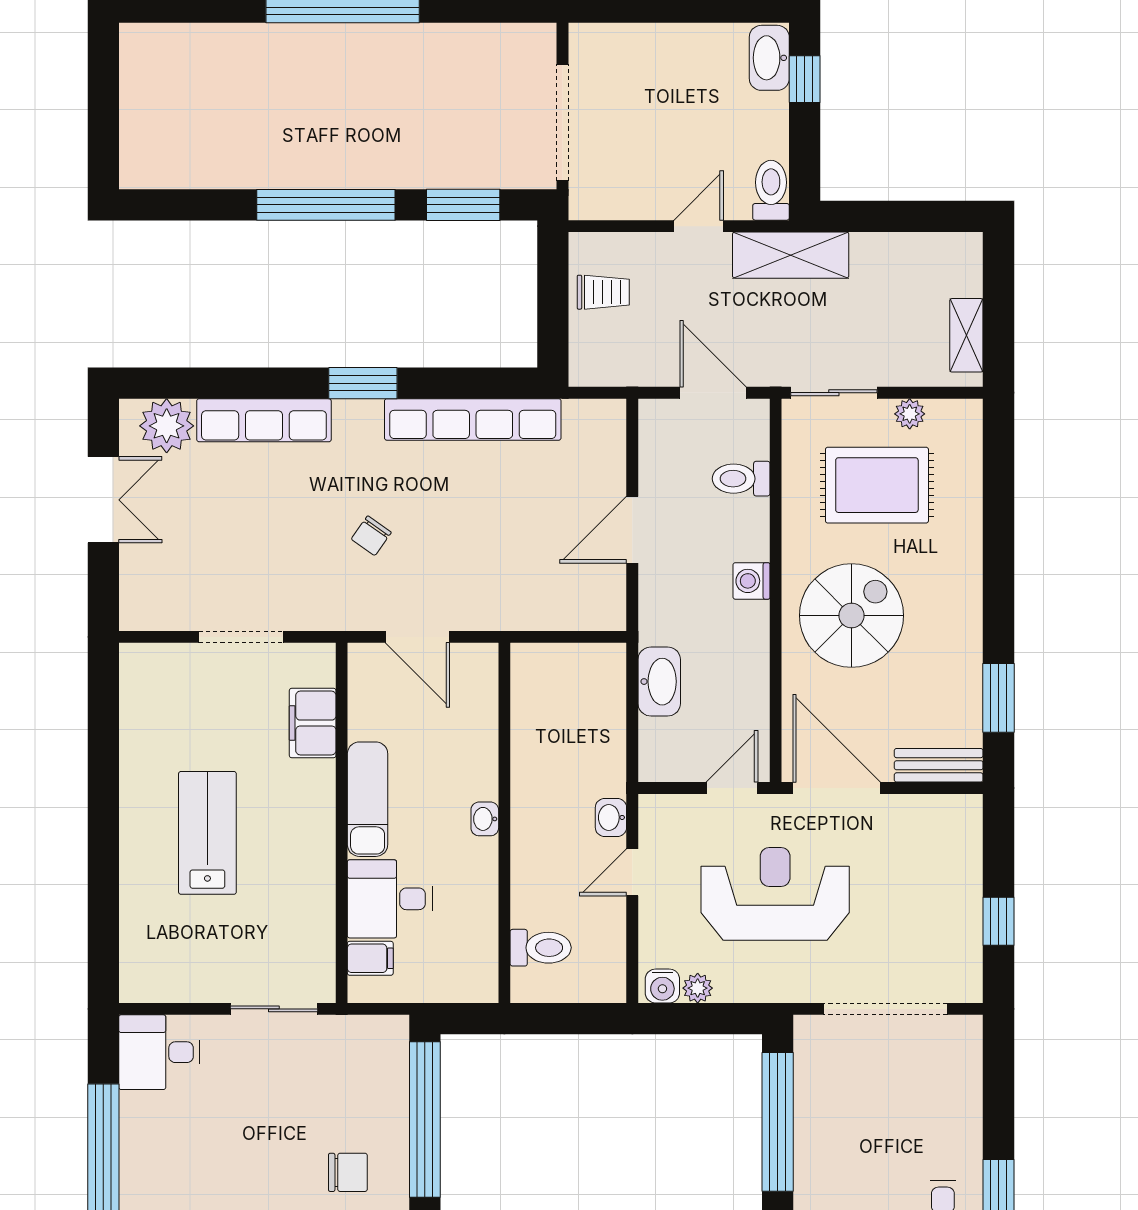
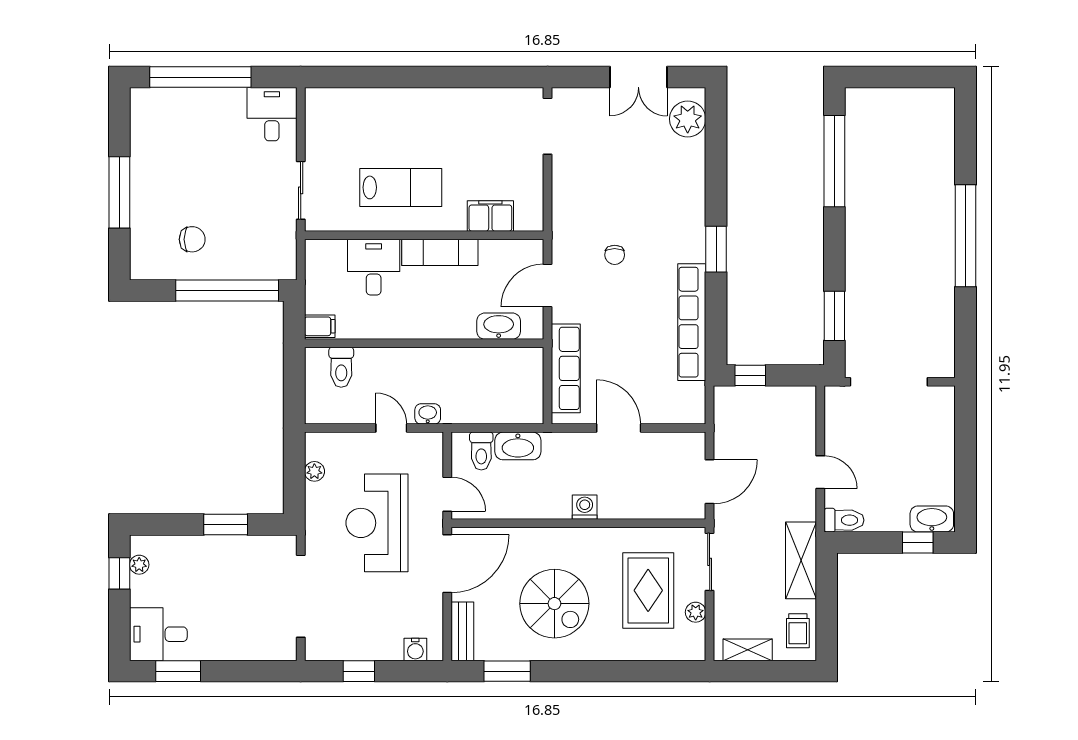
window: (326, 205) -> (834, 161), moved
shelving: (791, 255) -> (801, 560), moved
trolley: (603, 292) -> (798, 631), moved
window: (553, 331) -> (750, 375), added
row of seats: (264, 420) -> (566, 368), moved, turned 180
toilet: (741, 479) -> (481, 451), moved, turned 180
chair: (371, 536) -> (615, 255), turned -125
spiral stairs: (851, 616) -> (554, 604), moved
doorway: (241, 637) -> (548, 126), moved
washbasin: (485, 819) -> (499, 326), moved, width x1.91, depth x1.45
lab bench: (207, 833) -> (401, 187), moved
reception desk: (775, 894) -> (377, 523), turned 180
filing cabinet: (370, 958) -> (320, 326), moved, turned -90
water cooler: (662, 986) -> (415, 650), moved, turned -90
window: (778, 1122) -> (226, 525), width x0.47
chair: (348, 1172) -> (192, 239), turned -90

